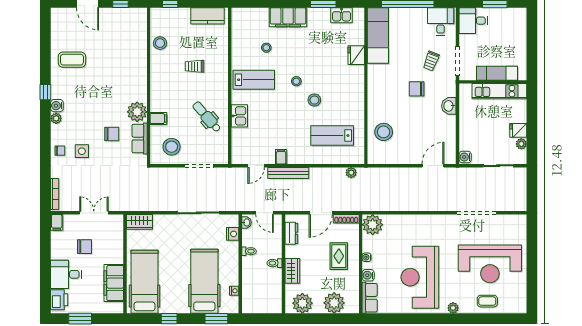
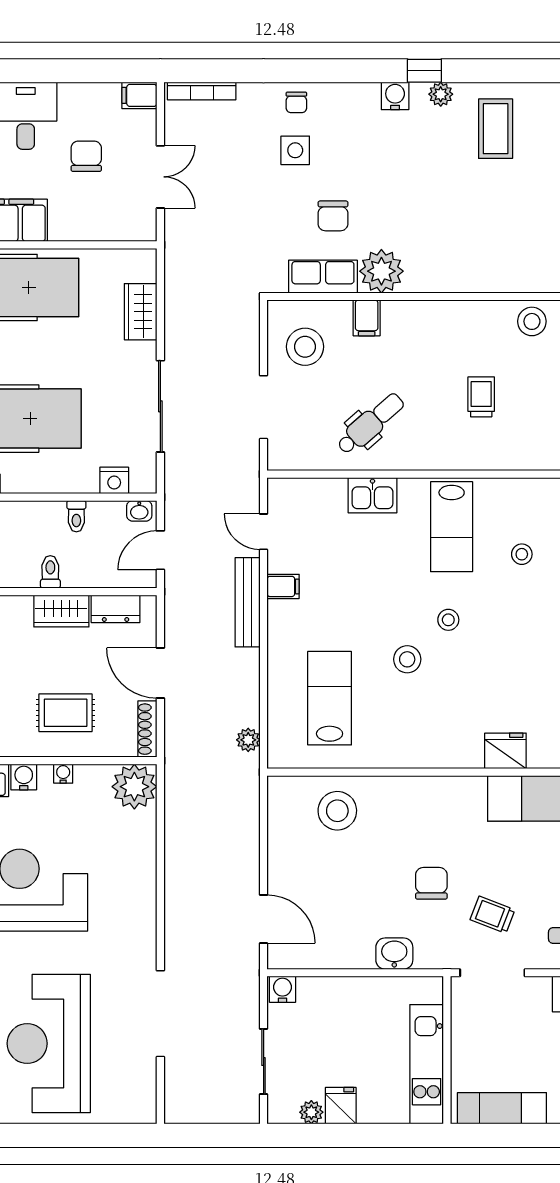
exam couch: (497, 73) -> (502, 1108), moved, turned -90
plant: (56, 118) -> (441, 94), moved
wardrobe: (139, 222) -> (141, 312), moved
chair: (84, 247) -> (86, 156), turned 180
wardrobe: (292, 271) -> (61, 611), moved

